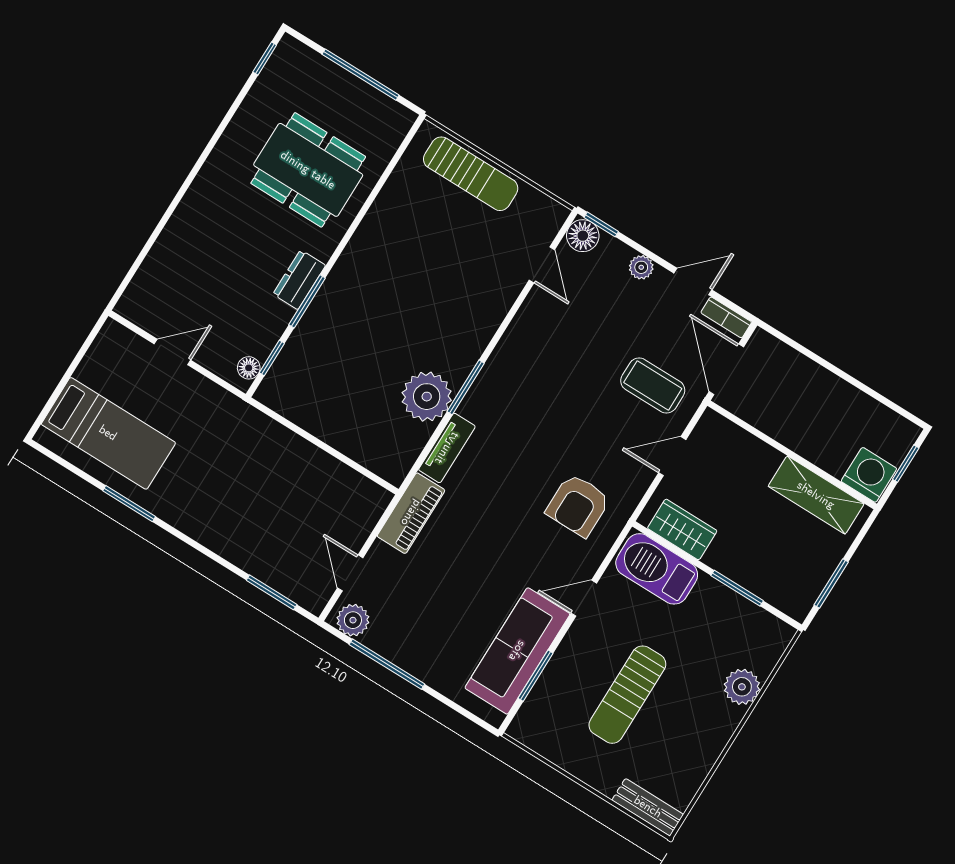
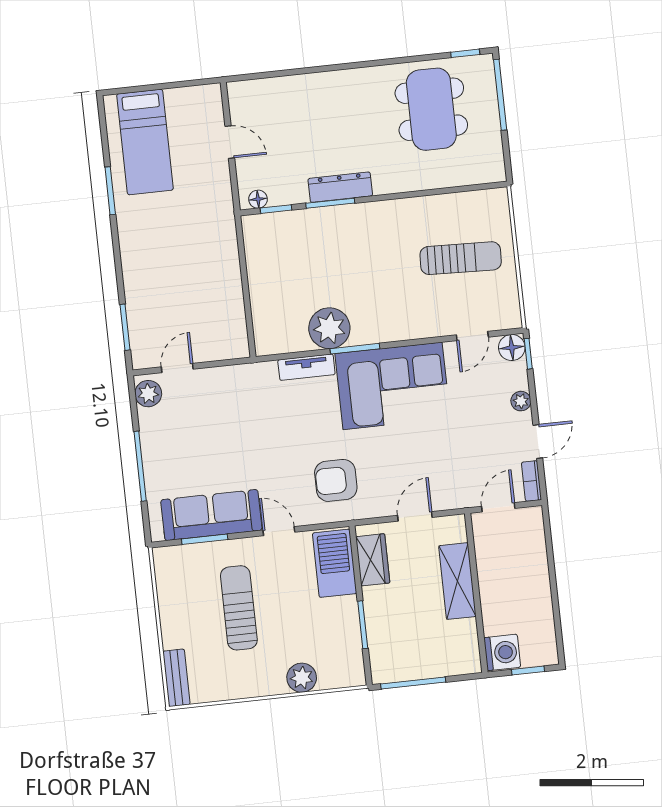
window: (361, 75) -> (500, 95), moved
dining table: (308, 170) -> (431, 109), moved
sun lounger: (471, 174) -> (461, 258), moved, turned -88
dresser: (299, 280) -> (340, 187), width x1.44
door: (693, 281) -> (538, 442), hinge flipped
door: (726, 369) -> (498, 507), width x0.73
corner sofa: (530, 379) -> (393, 386), added
coffee table: (653, 386) -> (451, 468), removed
door: (672, 456) -> (415, 516), hinge flipped
shelving: (816, 495) -> (457, 581), moved
piano: (411, 513) -> (246, 377), removed
window: (831, 583) -> (413, 683), width x1.44
window: (387, 664) -> (140, 466), moved
sun lounger: (627, 695) -> (239, 608), turned 90

